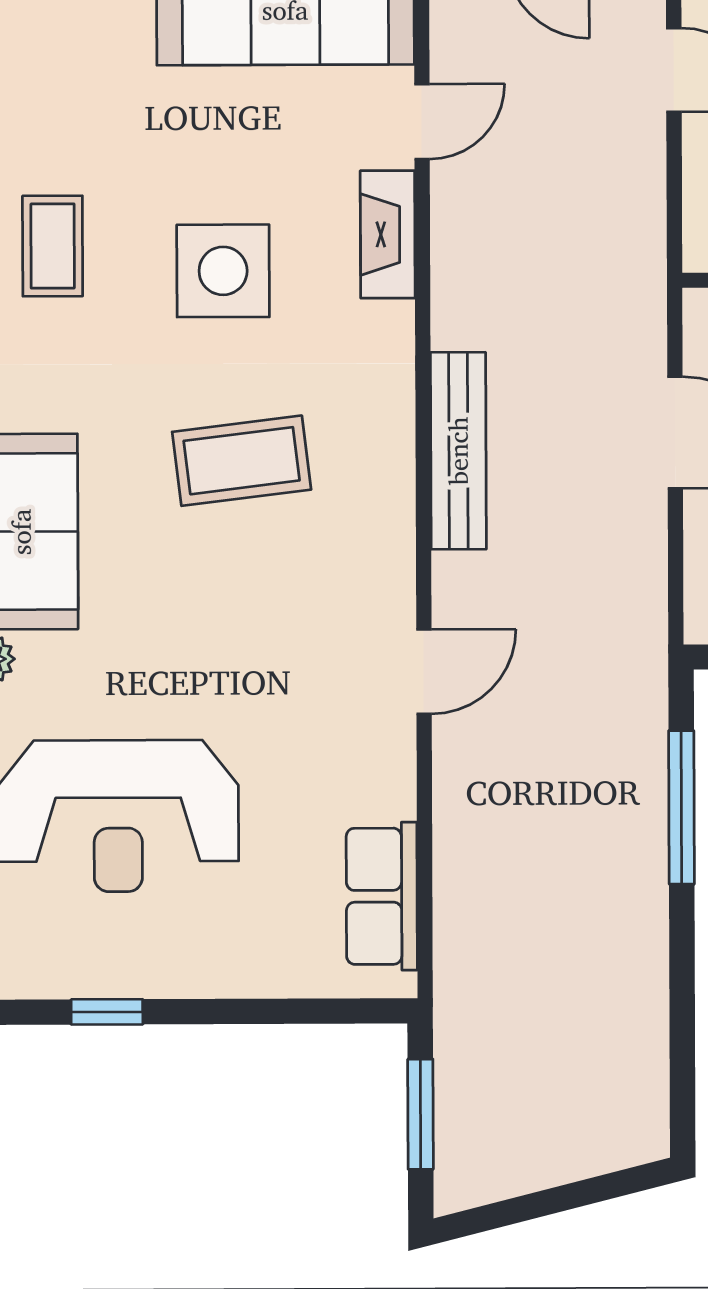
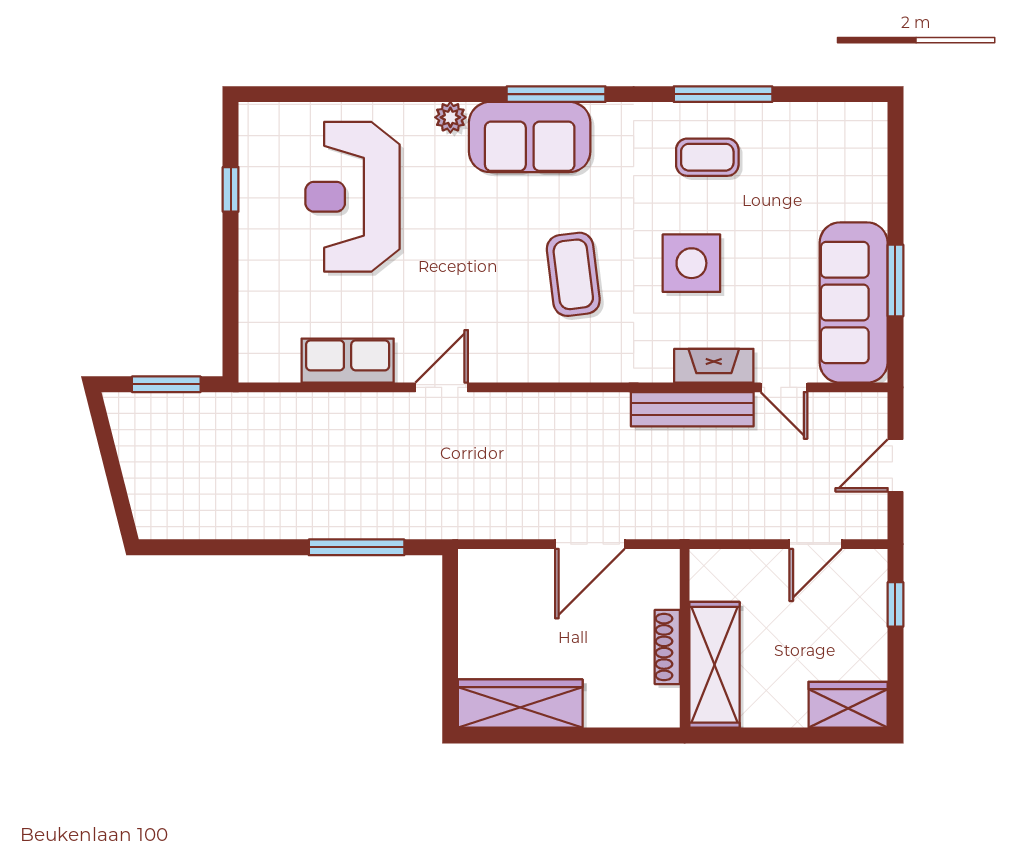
bench: (458, 451) -> (692, 409), moved
door: (424, 672) -> (442, 387), swing flipped
row of seats: (382, 896) -> (348, 361), moved

